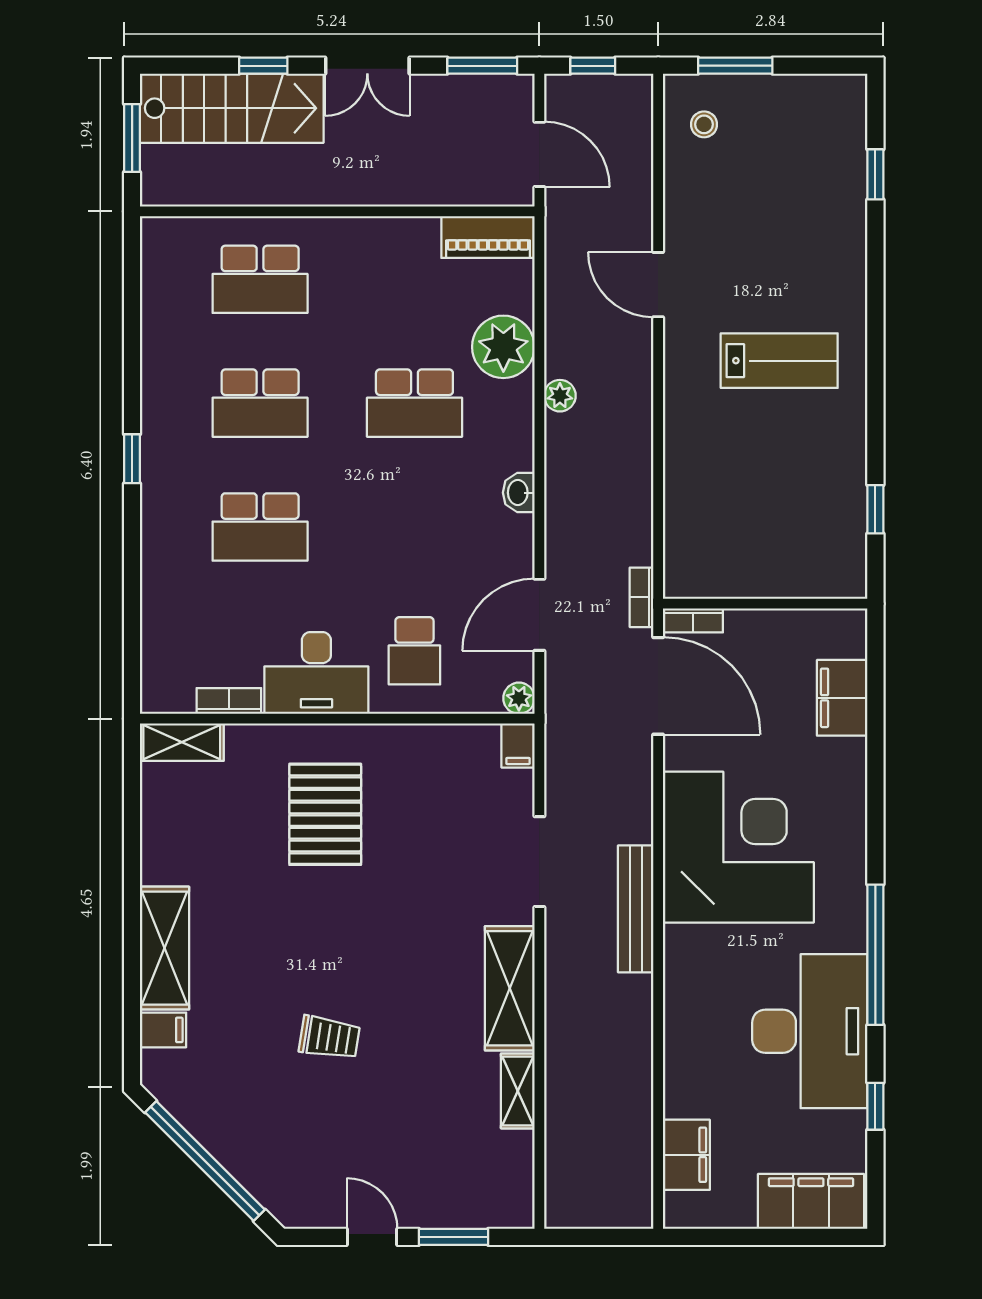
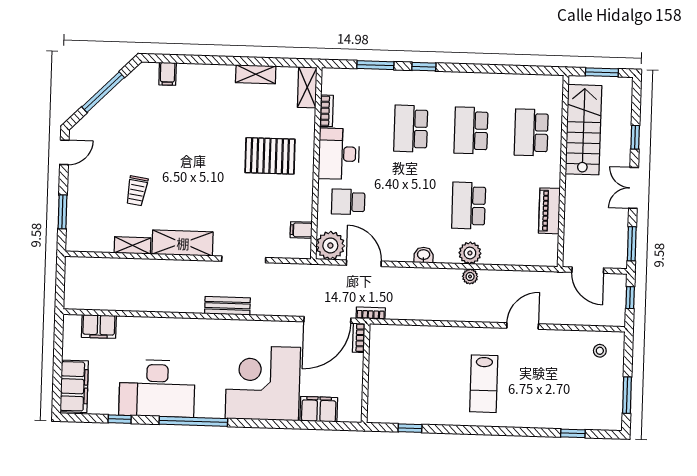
window: (735, 66) -> (627, 395), moved
stairs: (232, 108) -> (584, 130), moved, turned 180
door: (539, 154) -> (588, 270), hinge flipped
piano: (488, 237) -> (549, 211), moved
plant: (503, 347) -> (470, 253), moved, width x0.73, depth x0.73
window: (132, 459) -> (424, 67), moved
window: (132, 604) -> (375, 65), added
plant: (519, 698) -> (330, 245), width x1.87, depth x1.87
filing cabinet: (518, 746) -> (301, 230), moved
corner desk: (738, 847) -> (263, 383), moved, turned 180
bench: (636, 909) -> (227, 306), width x0.73
shelving: (165, 948) -> (256, 74), moved, width x0.67, depth x0.75
trolley: (329, 1038) -> (137, 191), moved
window: (205, 1161) -> (103, 92), width x0.68
door: (372, 1237) -> (64, 152), moved

